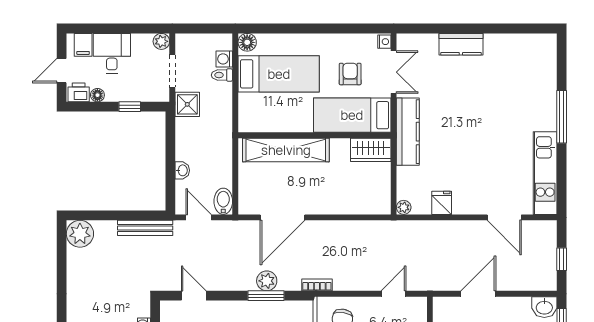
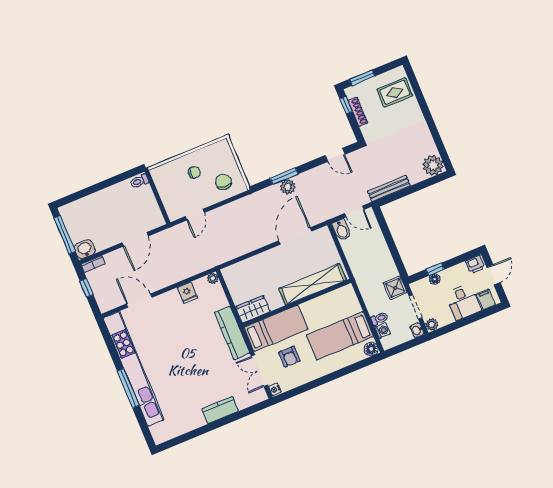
floor lamp: (97, 95) -> (435, 279), moved
washbasin: (182, 170) -> (417, 330), moved
kitchen unit: (545, 173) -> (134, 369), width x1.86
bookcase: (317, 285) -> (93, 264), moved

